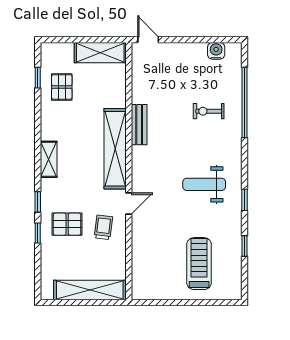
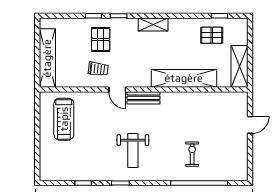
door: (148, 40) -> (250, 125), moved
water cooler: (216, 51) -> (241, 160), removed
bench: (139, 125) -> (143, 98), moved
shelving: (115, 149) -> (184, 78), moved
weight bench: (204, 184) -> (133, 150), turned 180
treadmill: (199, 264) -> (64, 119), moved, turned 90

